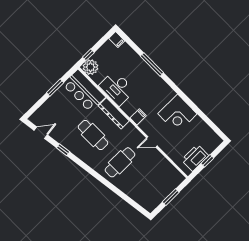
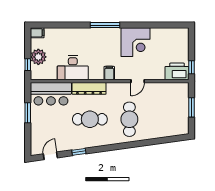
window: (152, 64) -> (105, 25), moved
plant: (90, 67) -> (38, 57), moved
printer: (195, 158) -> (177, 71), moved, turned 90
window: (207, 161) -> (191, 67), moved

